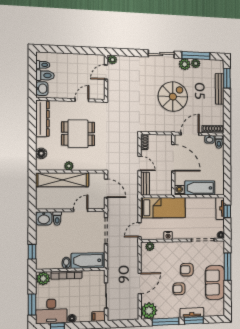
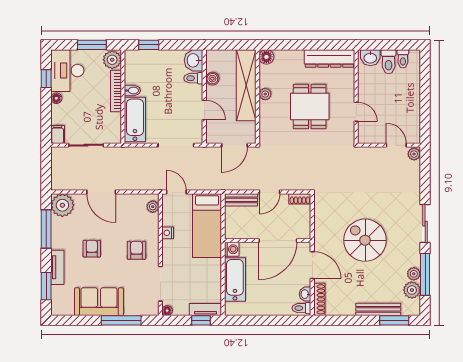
plant: (185, 64) -> (412, 290), moved
spiral stairs: (173, 97) -> (365, 240), turned 180
floor lamp: (41, 153) -> (266, 57), moved
boiler: (57, 204) -> (212, 79), added
armchair: (187, 270) -> (136, 250), moved
window: (32, 304) -> (92, 45), moved
window: (194, 320) -> (46, 286), moved

